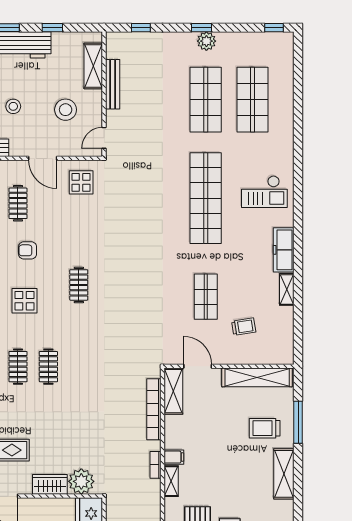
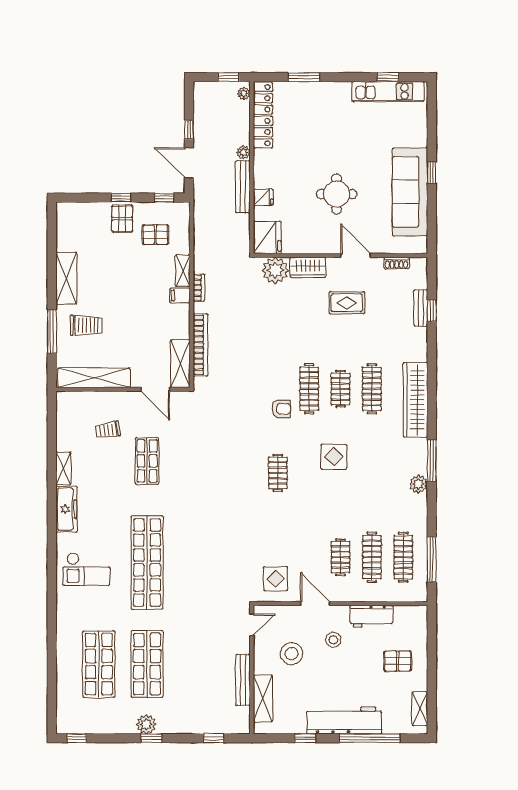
stool: (13, 106) -> (333, 640), moved
checkout: (264, 192) -> (86, 569), turned 180
armchair: (28, 250) -> (281, 409), moved
clothes rail: (48, 367) -> (309, 389), width x1.36

